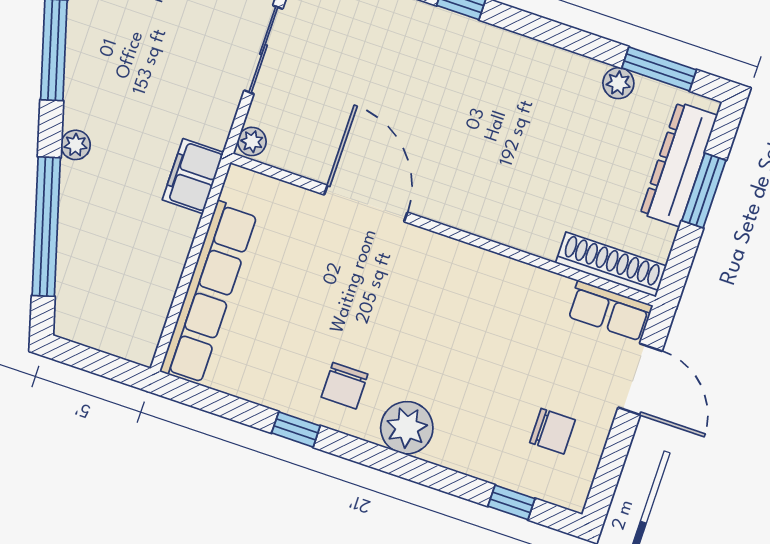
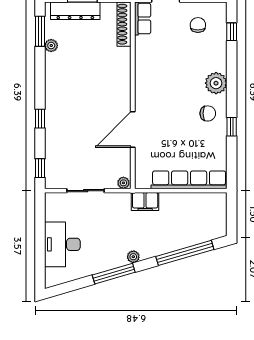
plant: (76, 145) -> (133, 257), moved

